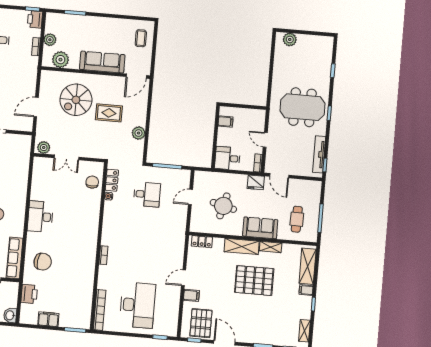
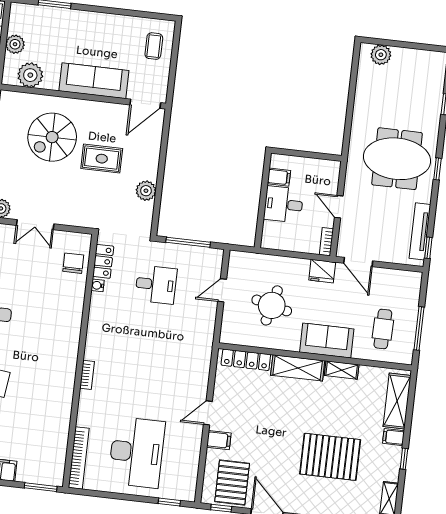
desk: (227, 158) -> (284, 204), moved
locker: (202, 242) -> (246, 360), width x1.53
pallet: (254, 281) -> (330, 457), moved

